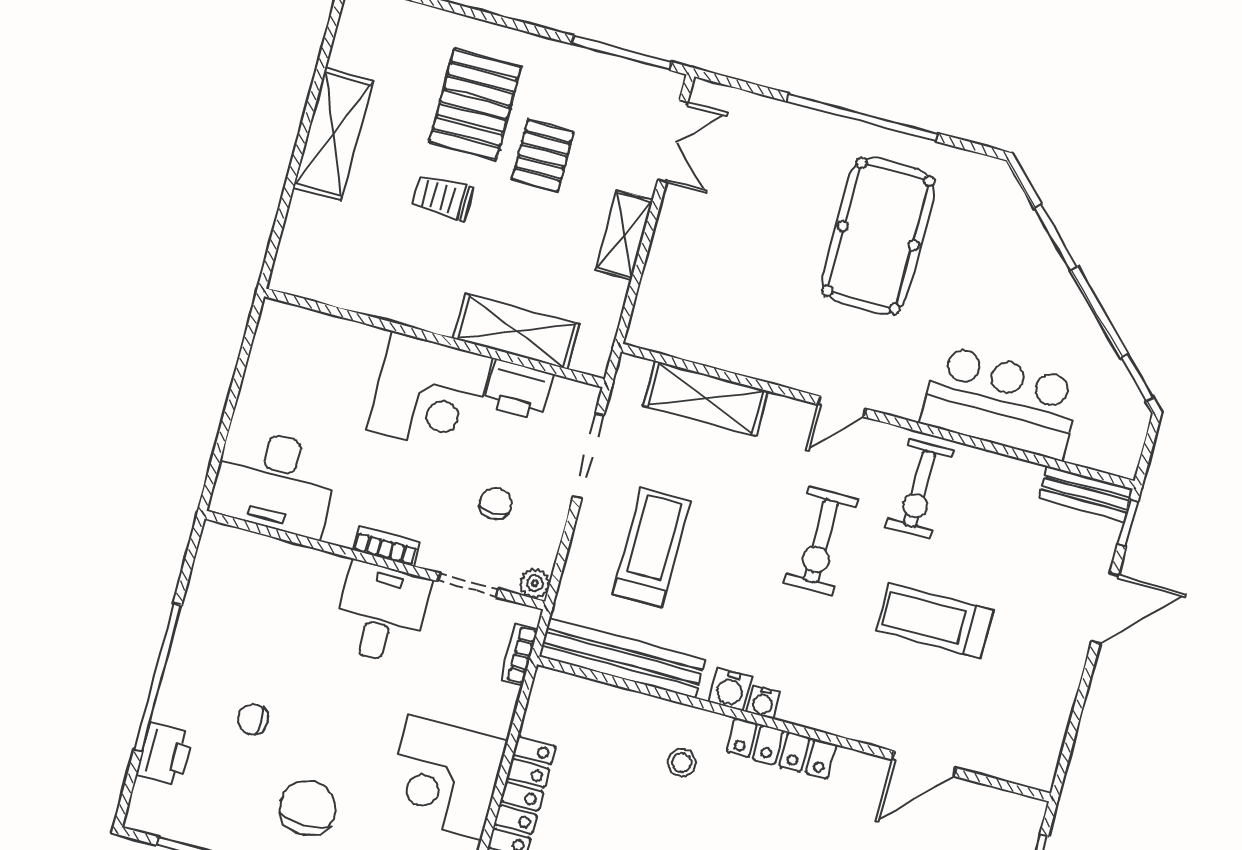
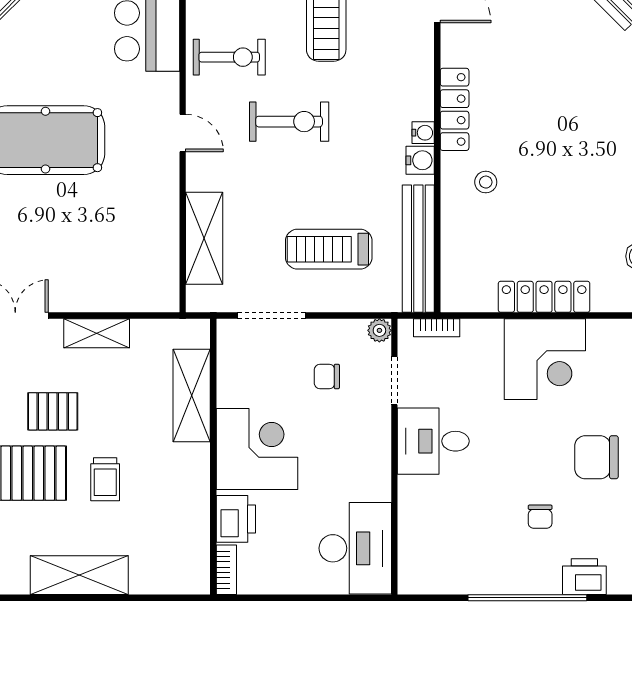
printer: (518, 390) -> (236, 519), moved
bookcase: (386, 546) -> (226, 570), moved, turned 180

